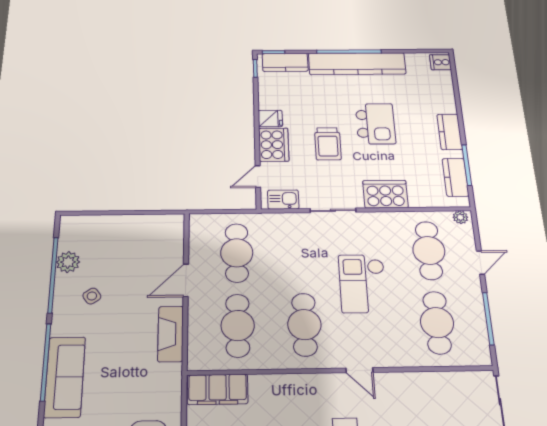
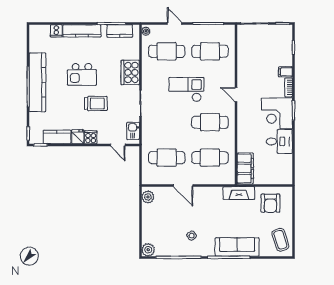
kitchen counter: (285, 62) -> (57, 137), moved, turned -90
cooker: (440, 62) -> (56, 31), moved
kitchen island: (375, 124) -> (82, 74), turned 180
kitchen counter: (450, 132) -> (82, 31), width x1.50
cooker: (274, 145) -> (91, 137), width x0.53, depth x0.76
plant: (166, 224) -> (148, 197), added
plant: (68, 262) -> (148, 250), moved
checkout: (363, 284) -> (186, 89), turned 180
fireplace: (171, 334) -> (239, 193), moved
door: (359, 370) -> (236, 95), swing flipped

